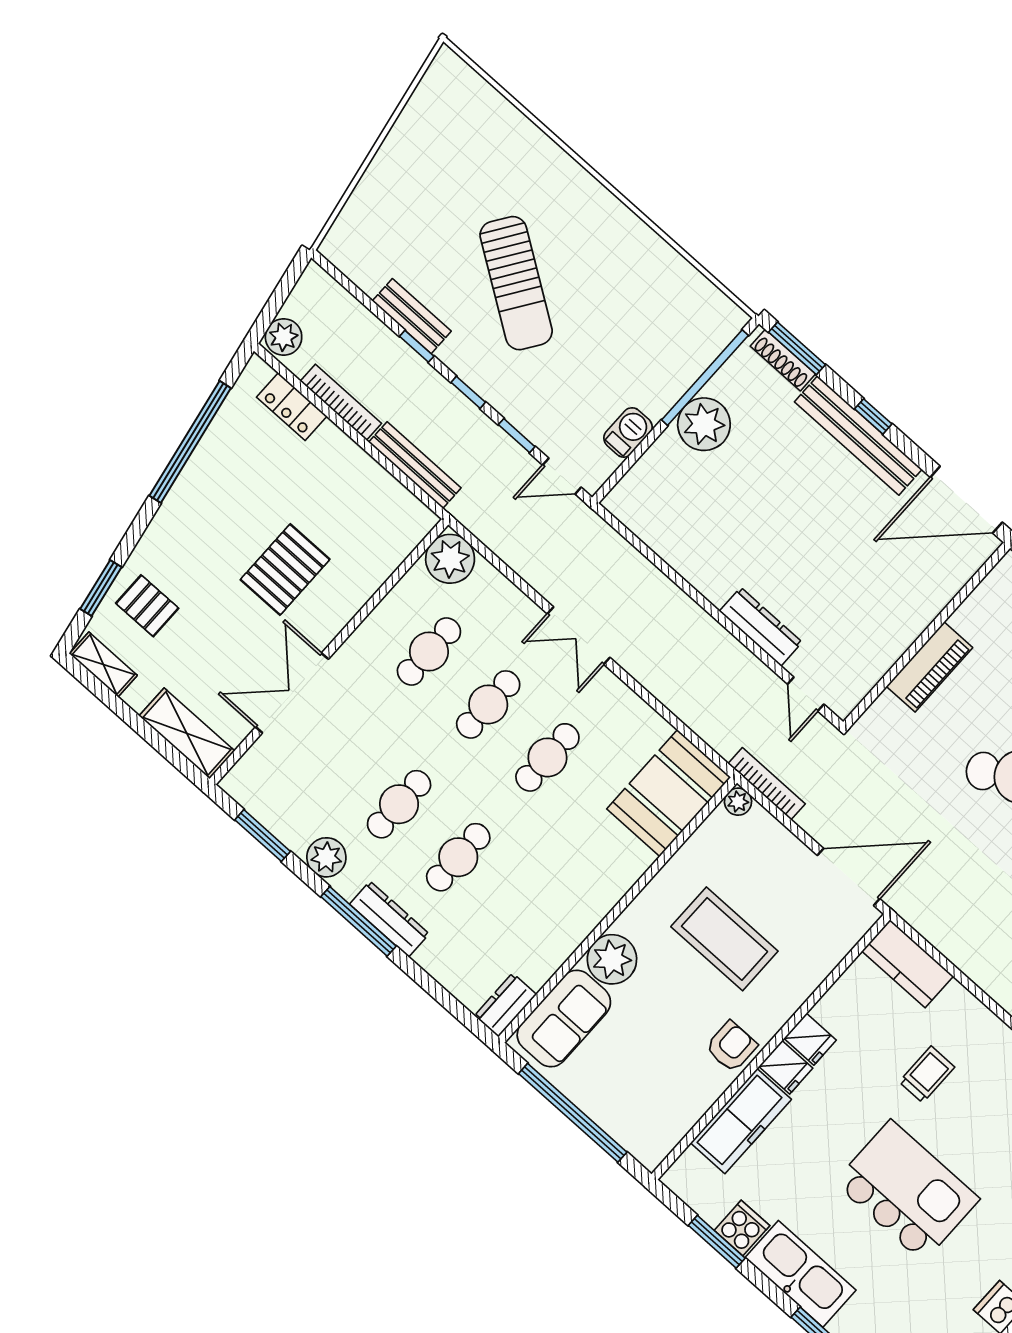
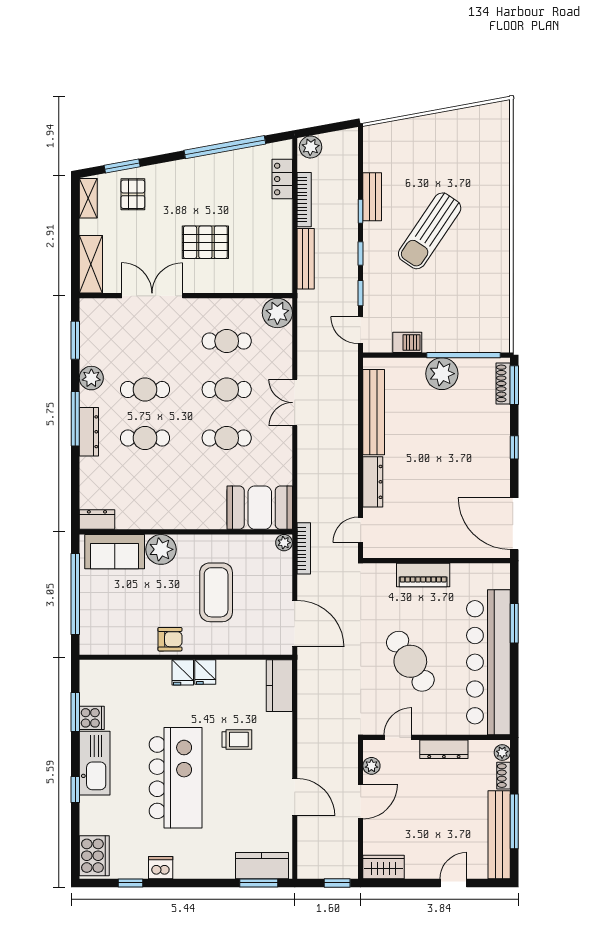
bench: (858, 436) -> (374, 412), moved
freezer: (741, 1121) -> (140, 674), removed
kitchen island: (907, 1191) -> (176, 778), width x1.37

